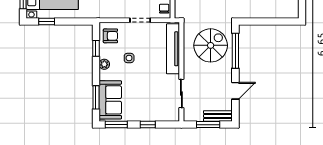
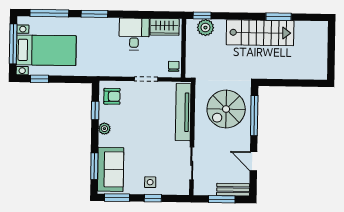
spiral stairs: (211, 45) -> (226, 109), turned 180
side table: (129, 58) -> (150, 182), moved
door: (235, 91) -> (253, 161), swing flipped

